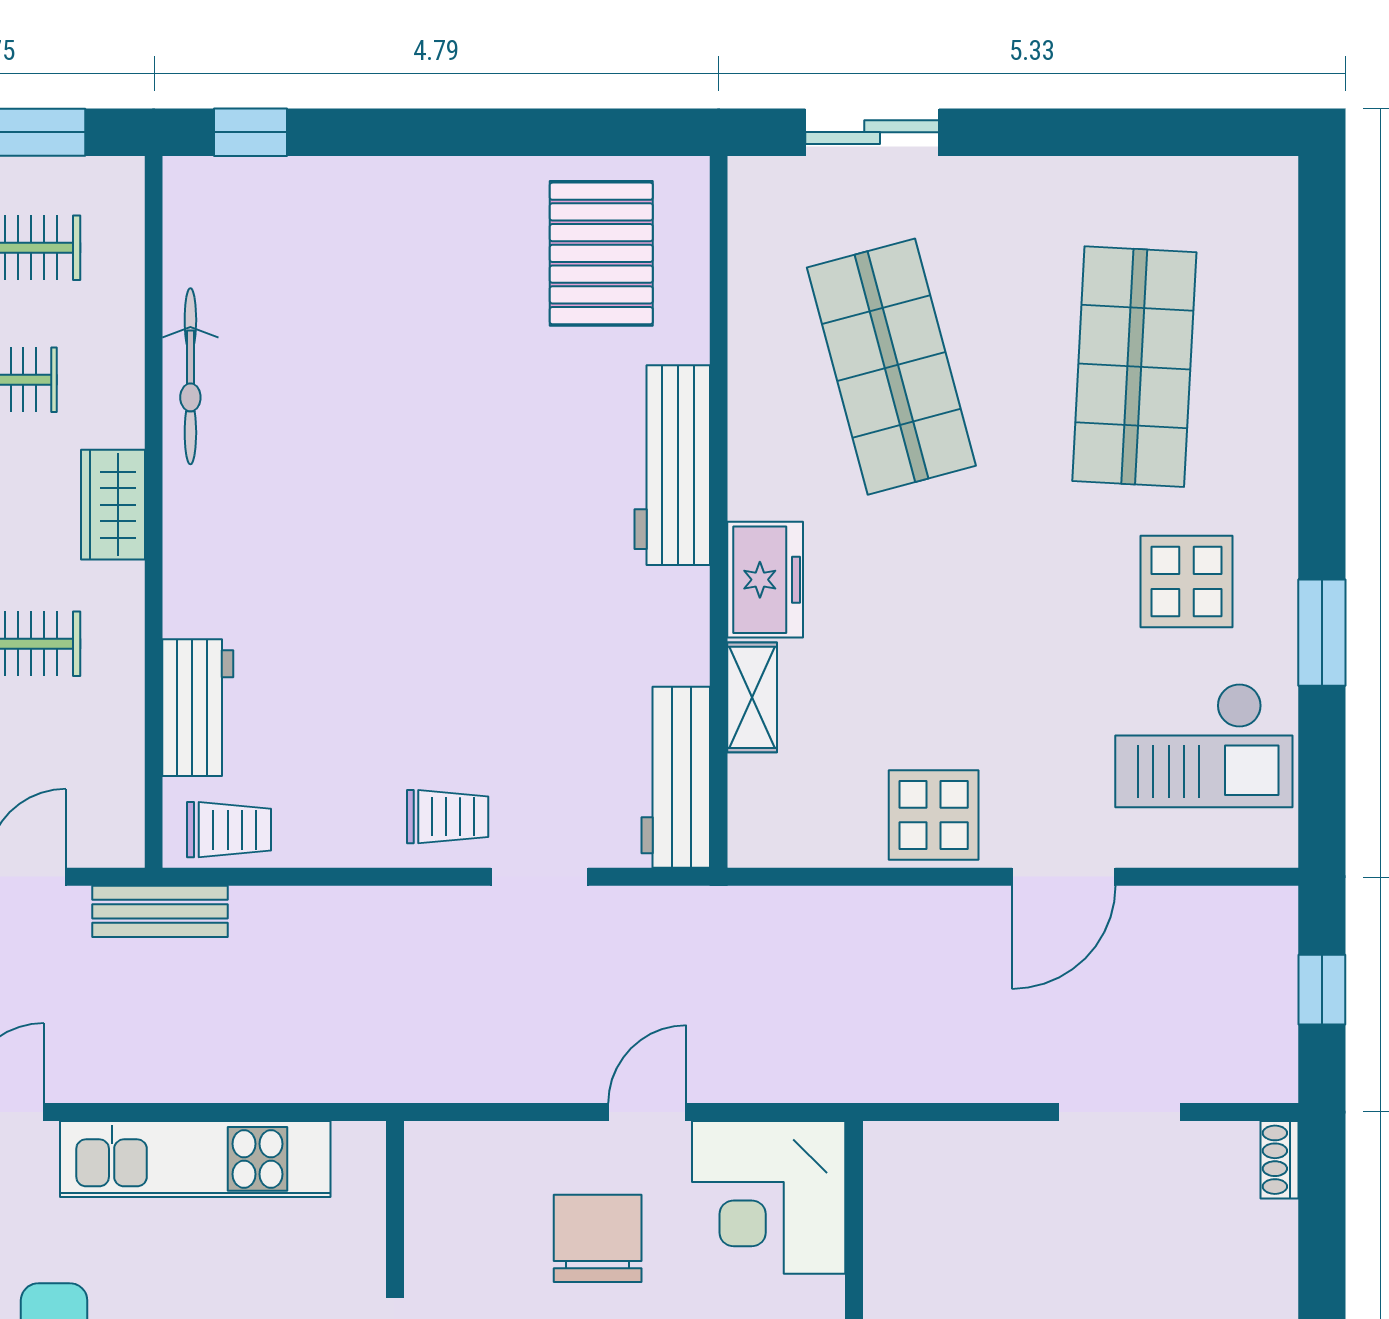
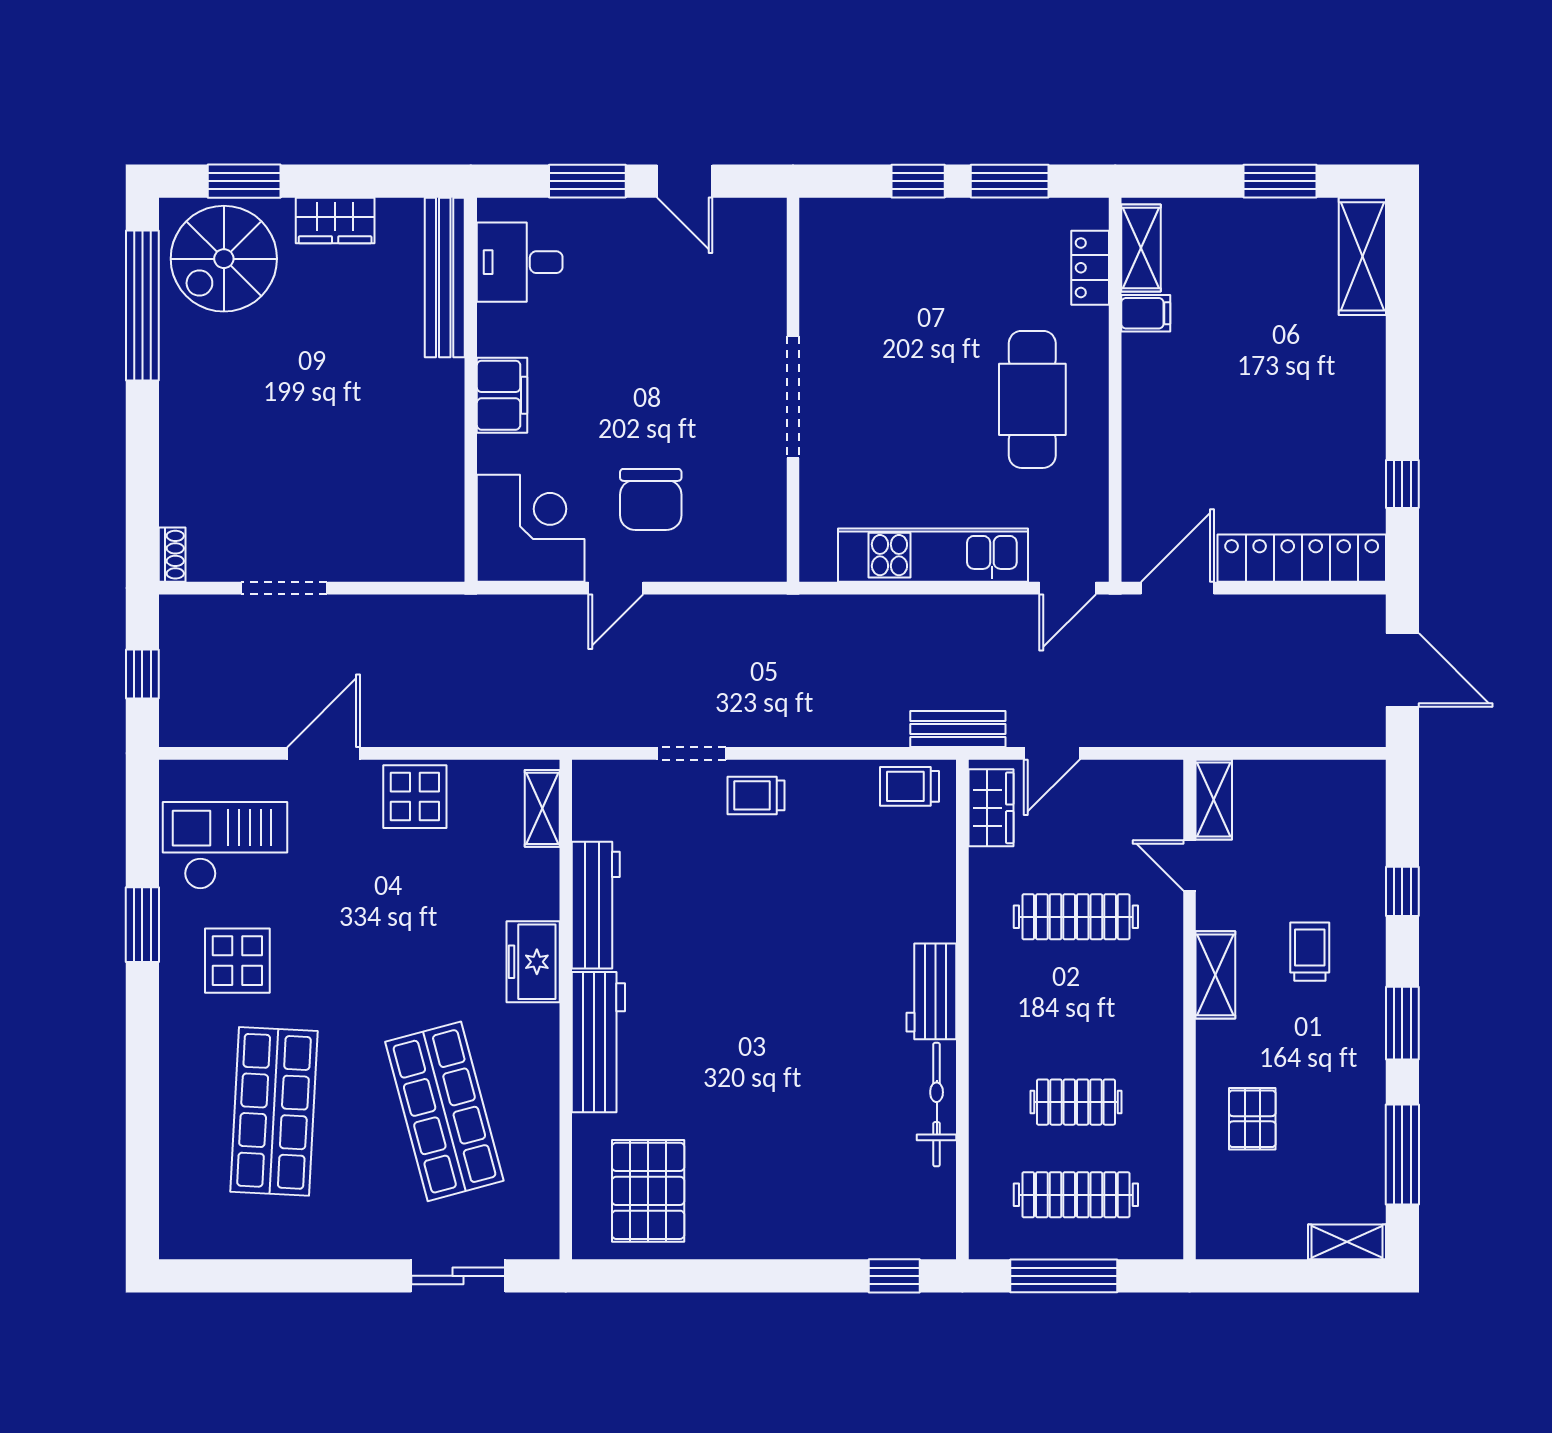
wardrobe: (113, 505) -> (991, 808), moved
shelving: (752, 697) -> (542, 808), moved
workbench: (198, 708) -> (931, 991), moved
workbench: (676, 777) -> (596, 905), moved

